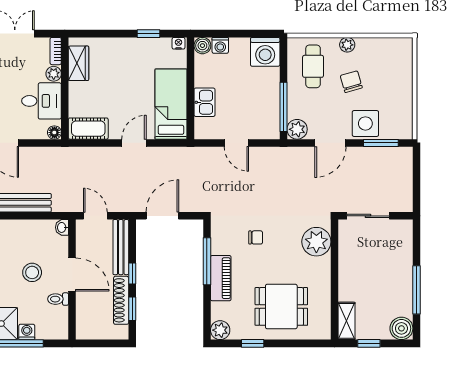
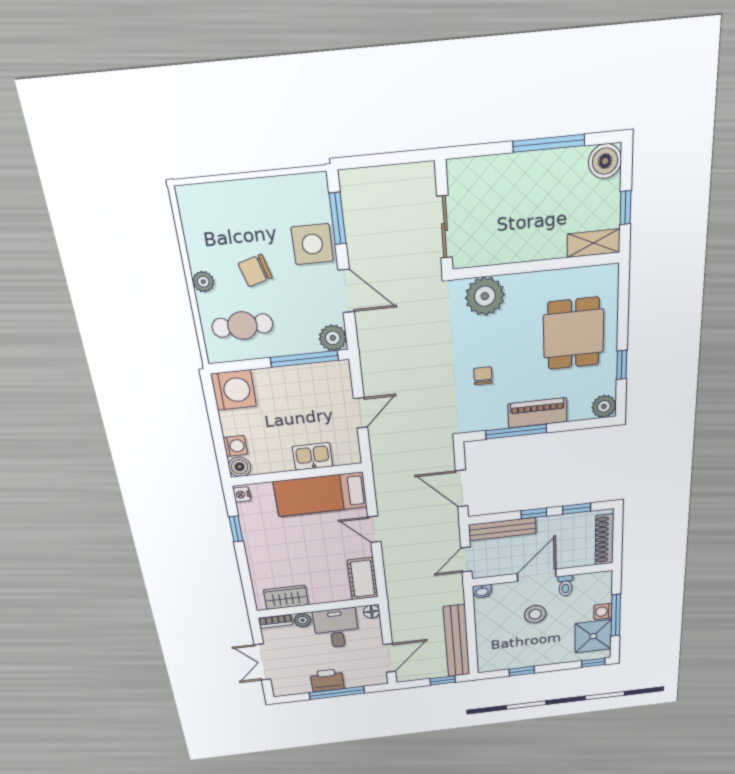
shoe rack: (121, 300) -> (605, 539), moved, turned 90

